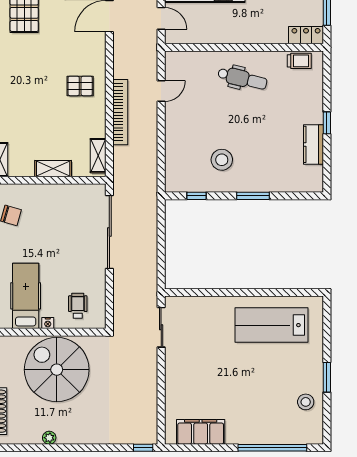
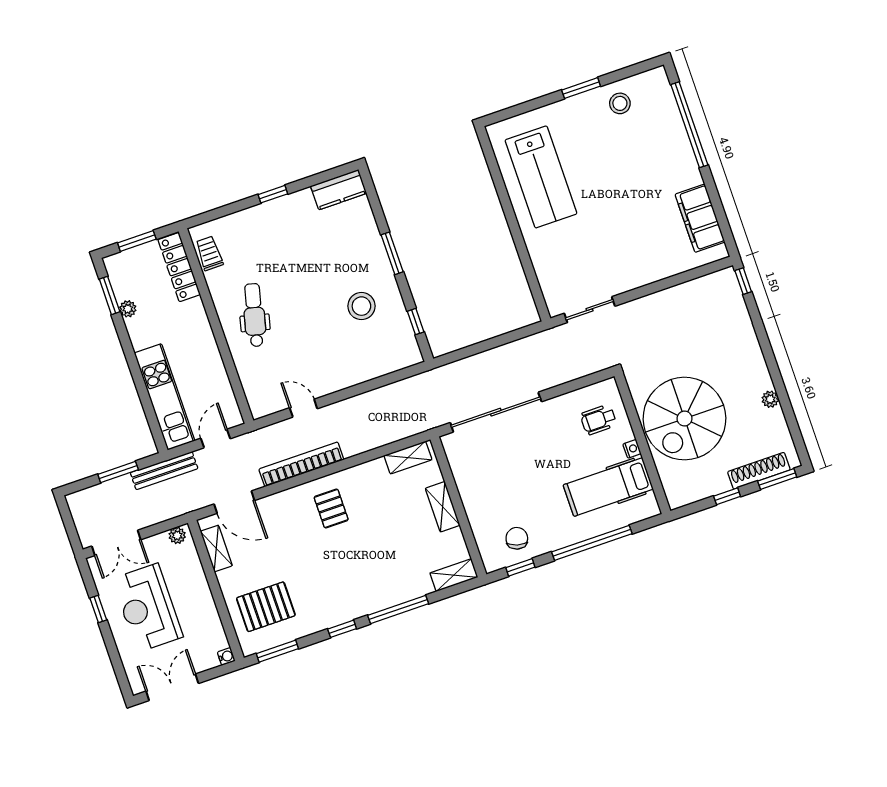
locker: (306, 35) -> (179, 267), width x1.53
bookcase: (120, 112) -> (301, 464), moved
kitchen counter: (313, 144) -> (339, 190), moved

